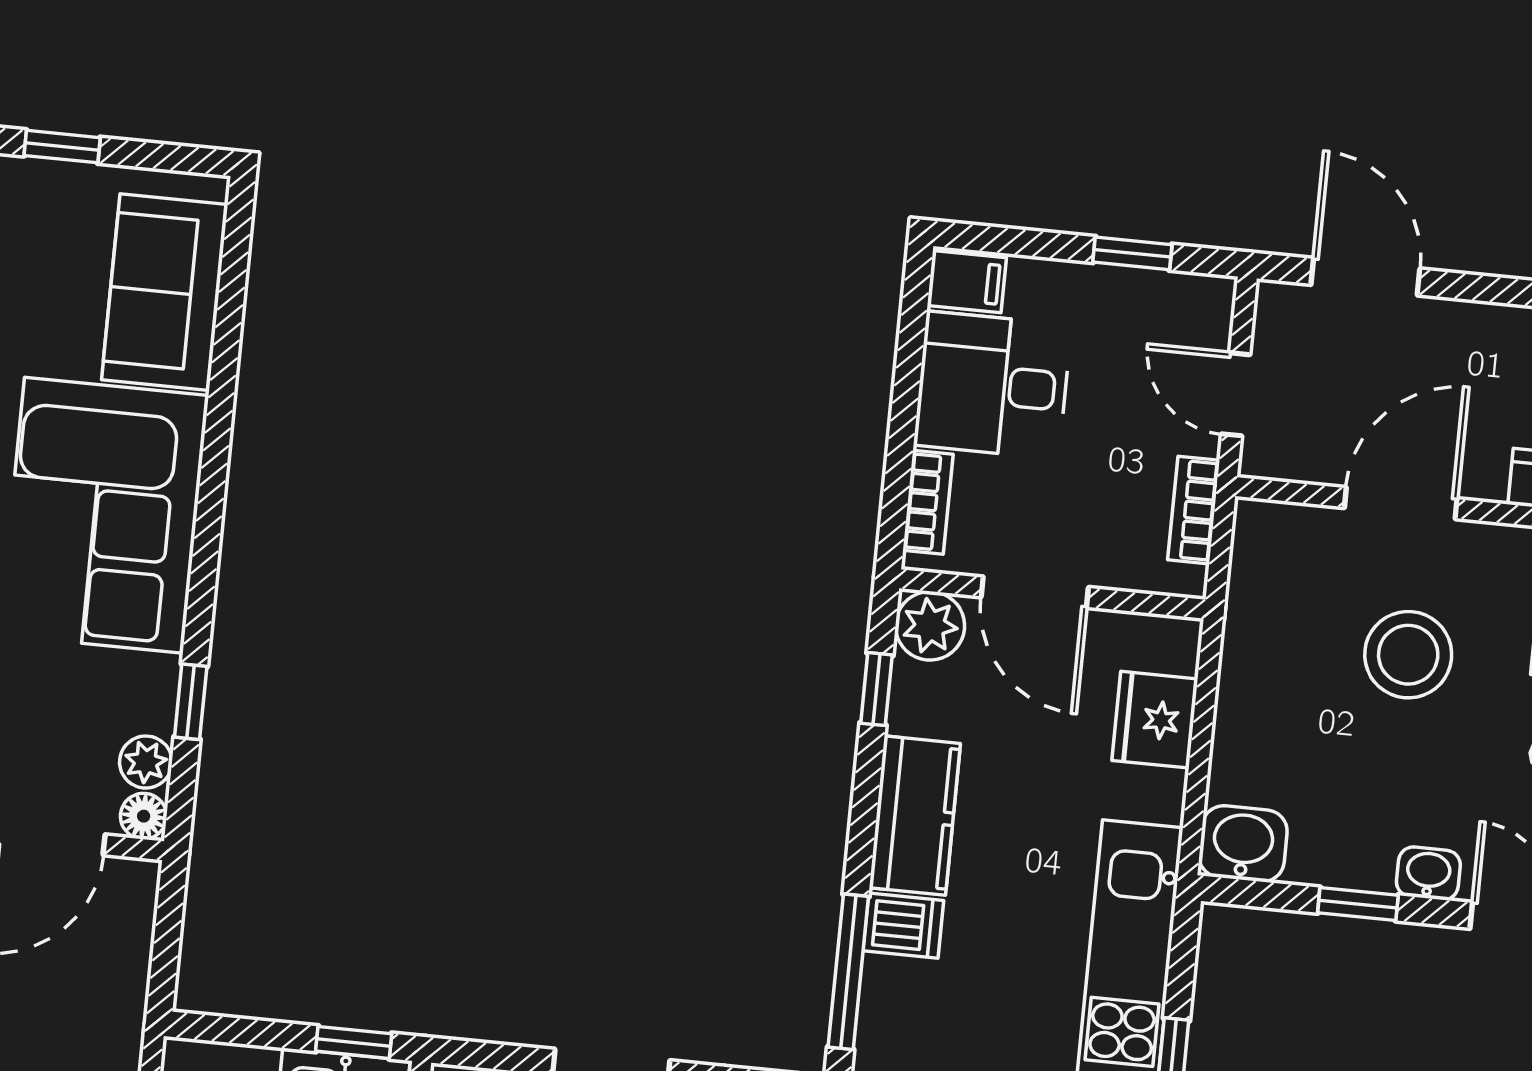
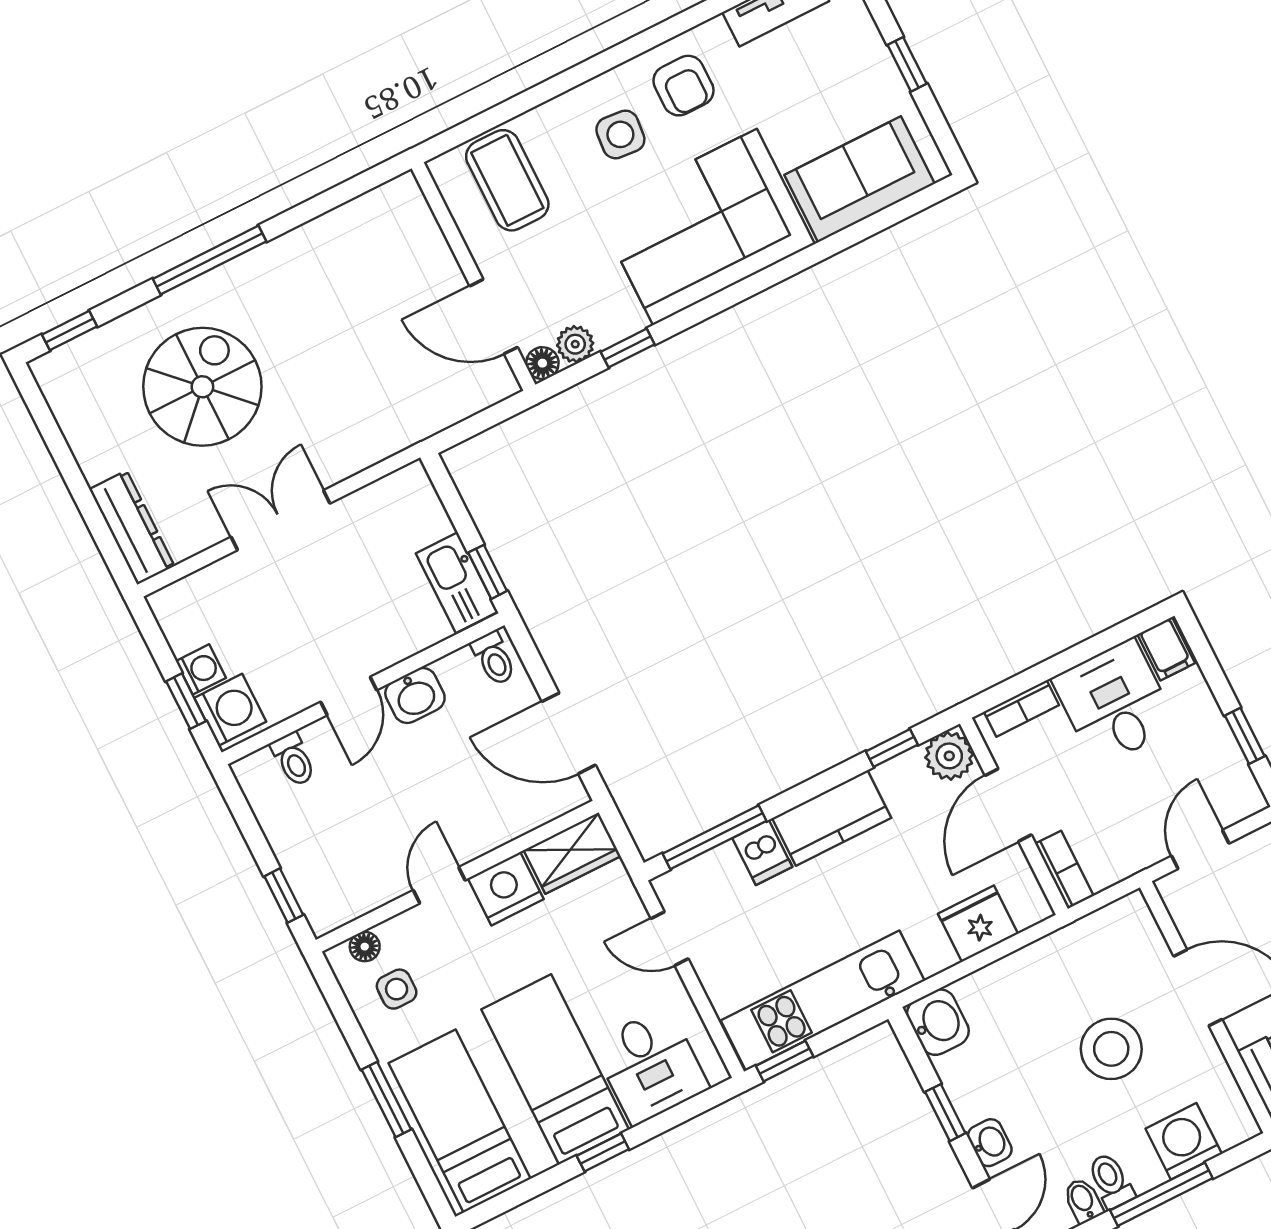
bookcase: (1194, 510) -> (1064, 870), moved, turned 90

